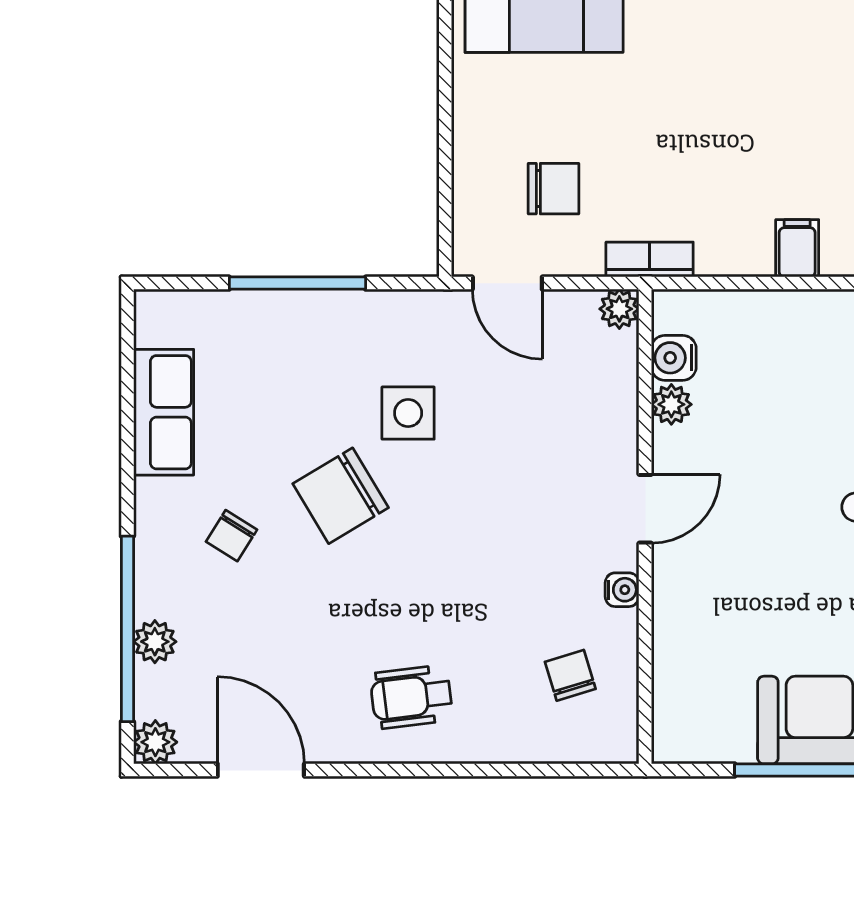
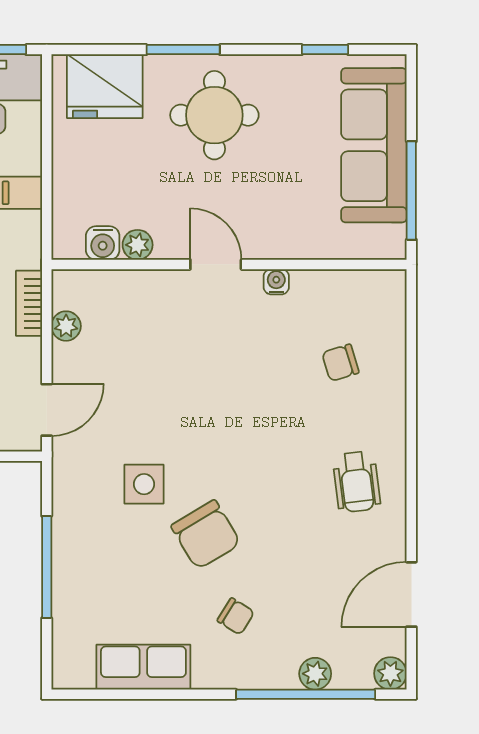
water cooler: (674, 358) -> (103, 243), moved
plant: (671, 404) -> (138, 245), moved
door: (645, 509) -> (216, 264), moved
wall: (645, 527) -> (229, 264), moved
water cooler: (622, 590) -> (276, 282), moved

